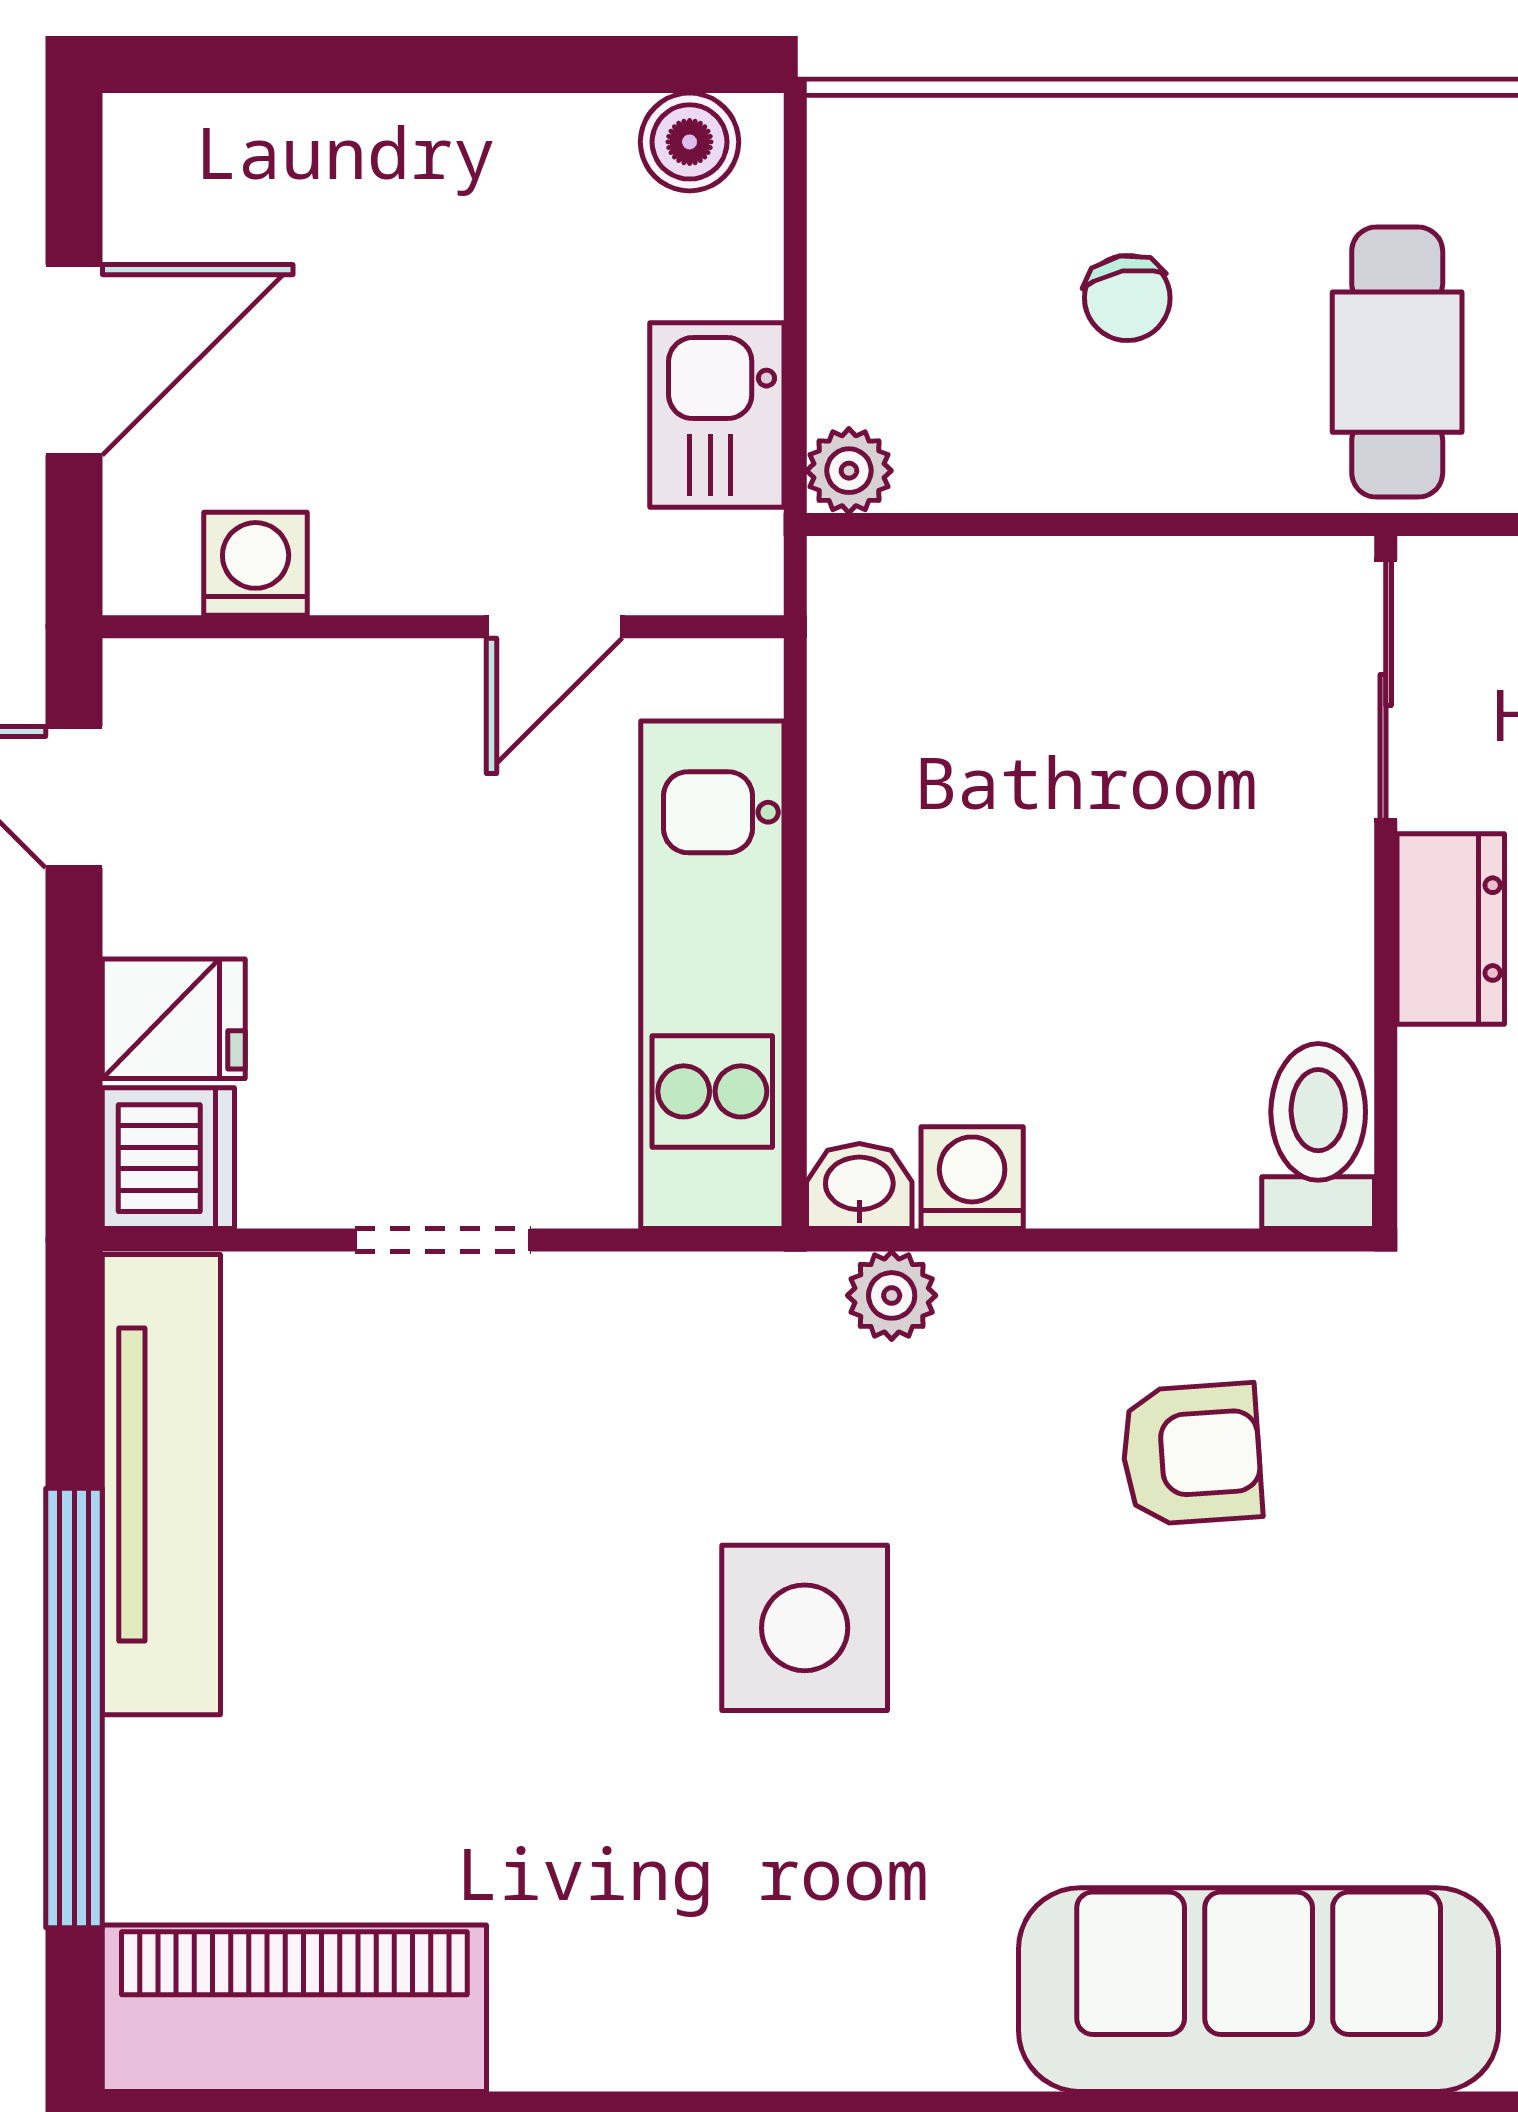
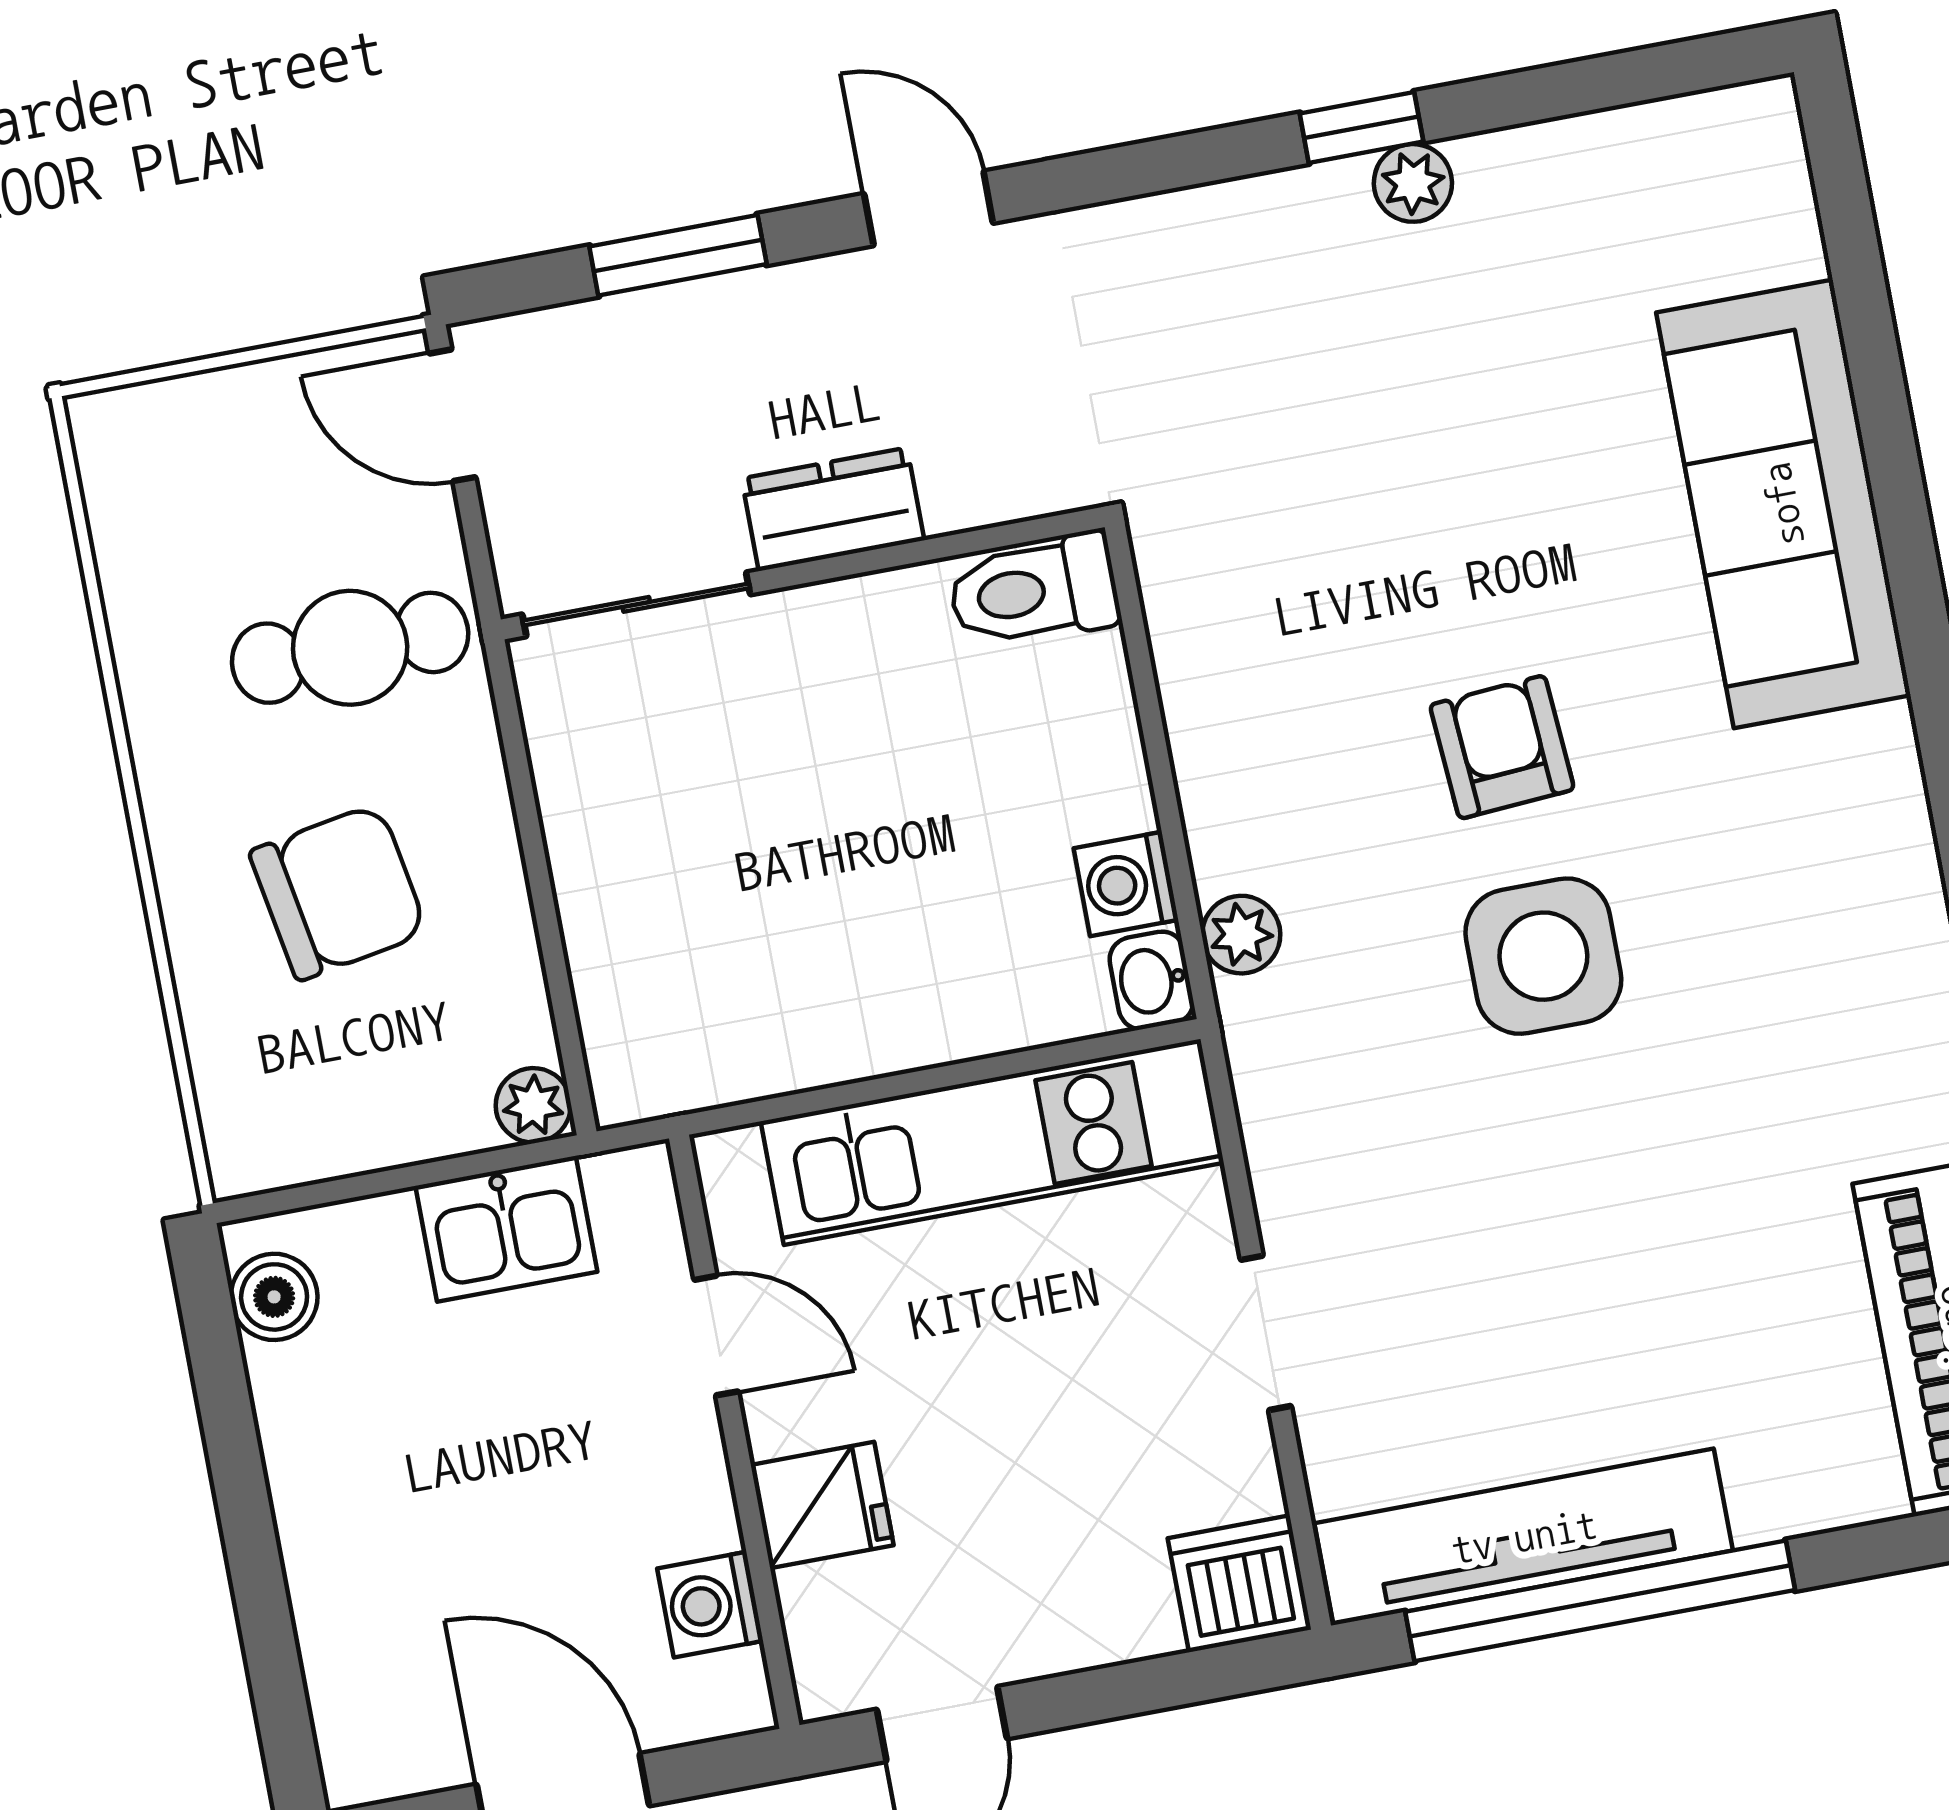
chair: (1127, 298) -> (338, 892), width x1.87, depth x1.87
fridge: (174, 1019) -> (822, 1505), moved, turned 90
armchair: (1191, 1454) -> (1502, 747), moved
window: (74, 1708) -> (1600, 1601), moved

